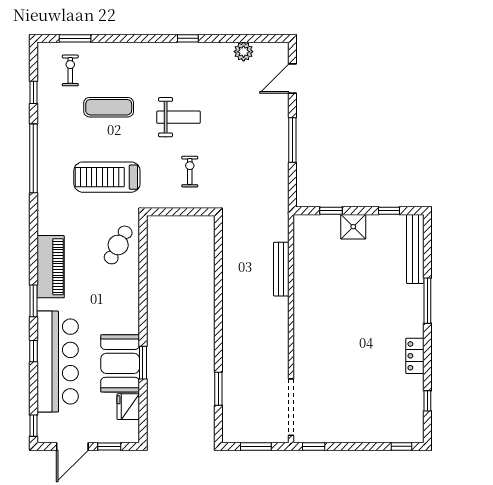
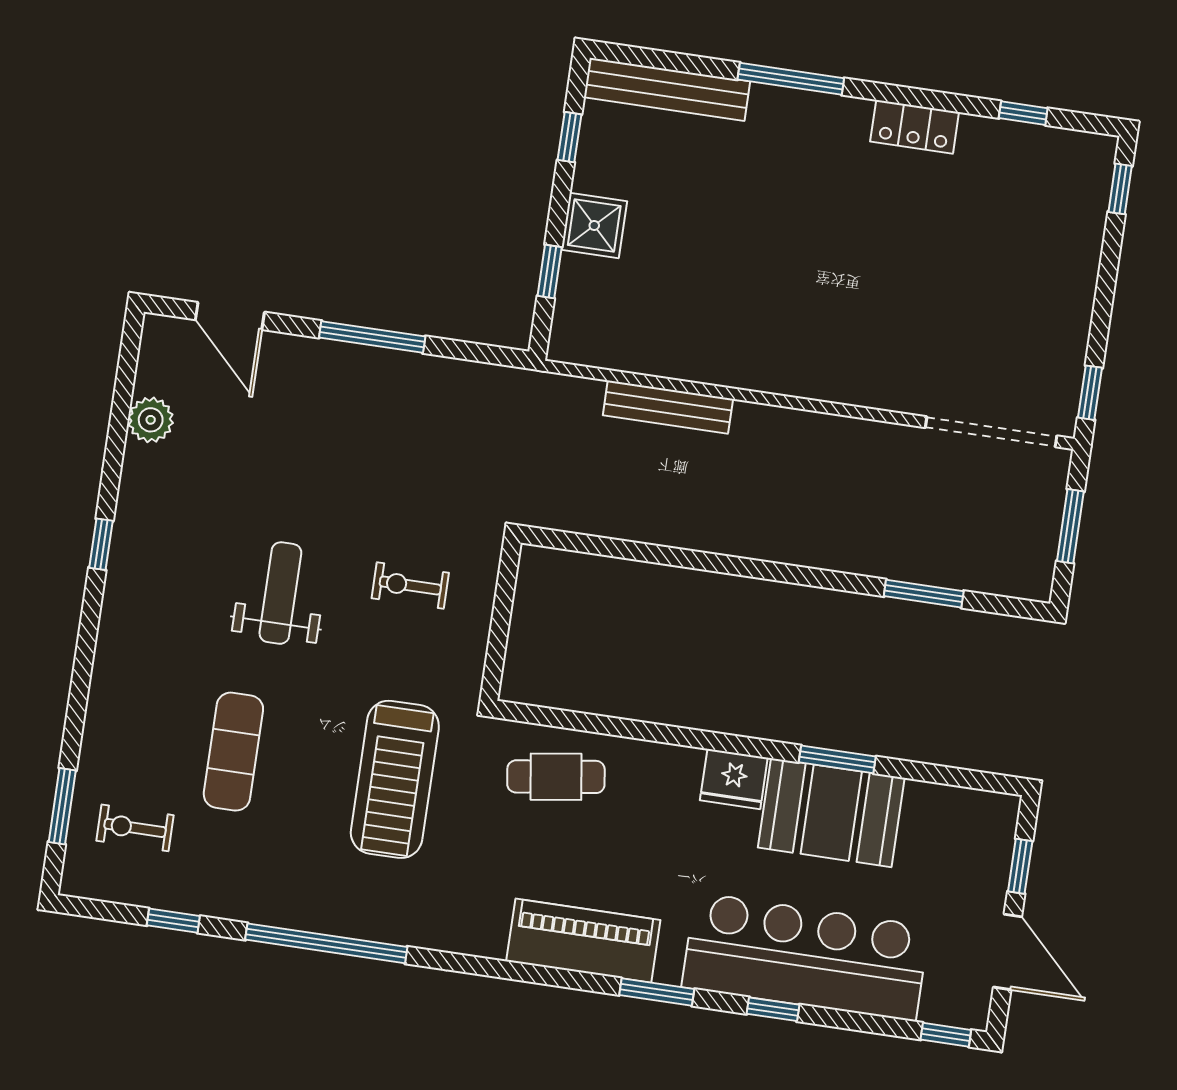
cafe table: (118, 245) -> (556, 777), turned -37
fridge: (128, 407) -> (734, 779), moved

